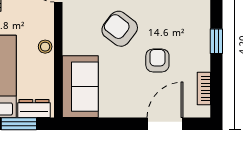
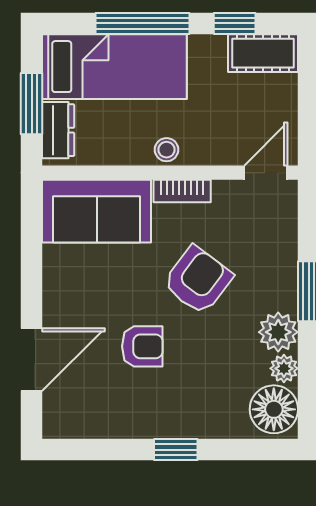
bookcase: (204, 88) -> (182, 191), moved, turned 180
door: (165, 124) -> (32, 360), hinge flipped

